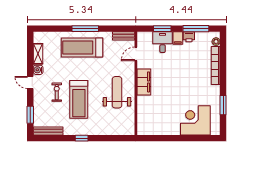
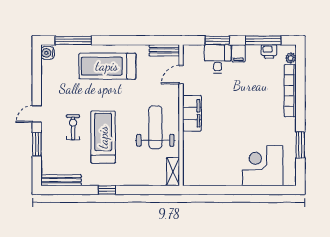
window: (85, 29) -> (73, 40), moved
printer: (189, 37) -> (269, 51), moved
shelving: (38, 54) -> (173, 172), moved
water cooler: (38, 70) -> (47, 53), moved
door: (30, 82) -> (37, 114), hinge flipped
treadmill: (79, 99) -> (103, 137), turned 180
window: (30, 115) -> (37, 144), moved

